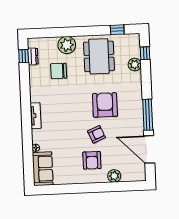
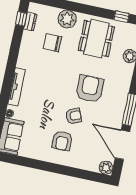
tv unit: (36, 116) -> (16, 87), width x1.41
plant: (114, 176) -> (106, 168), moved

